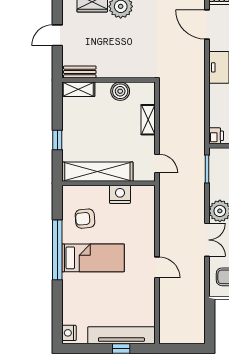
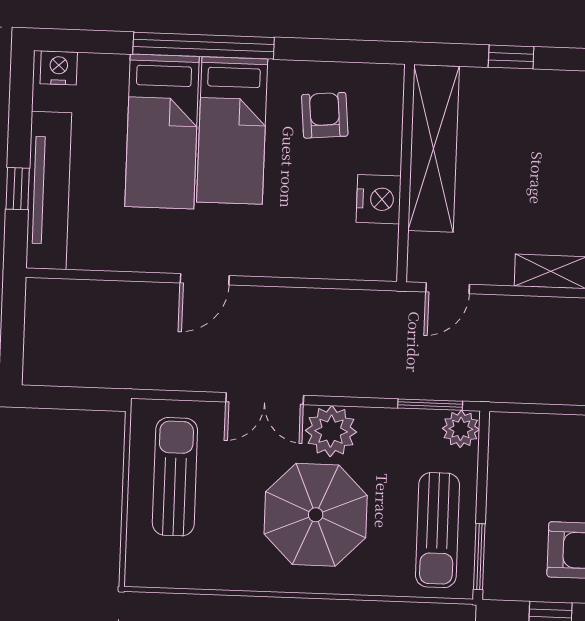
printer: (216, 136) -> (507, 429), removed
plant: (217, 156) -> (461, 429), added
window: (57, 250) -> (204, 46), moved
bed: (95, 288) -> (162, 132), added

